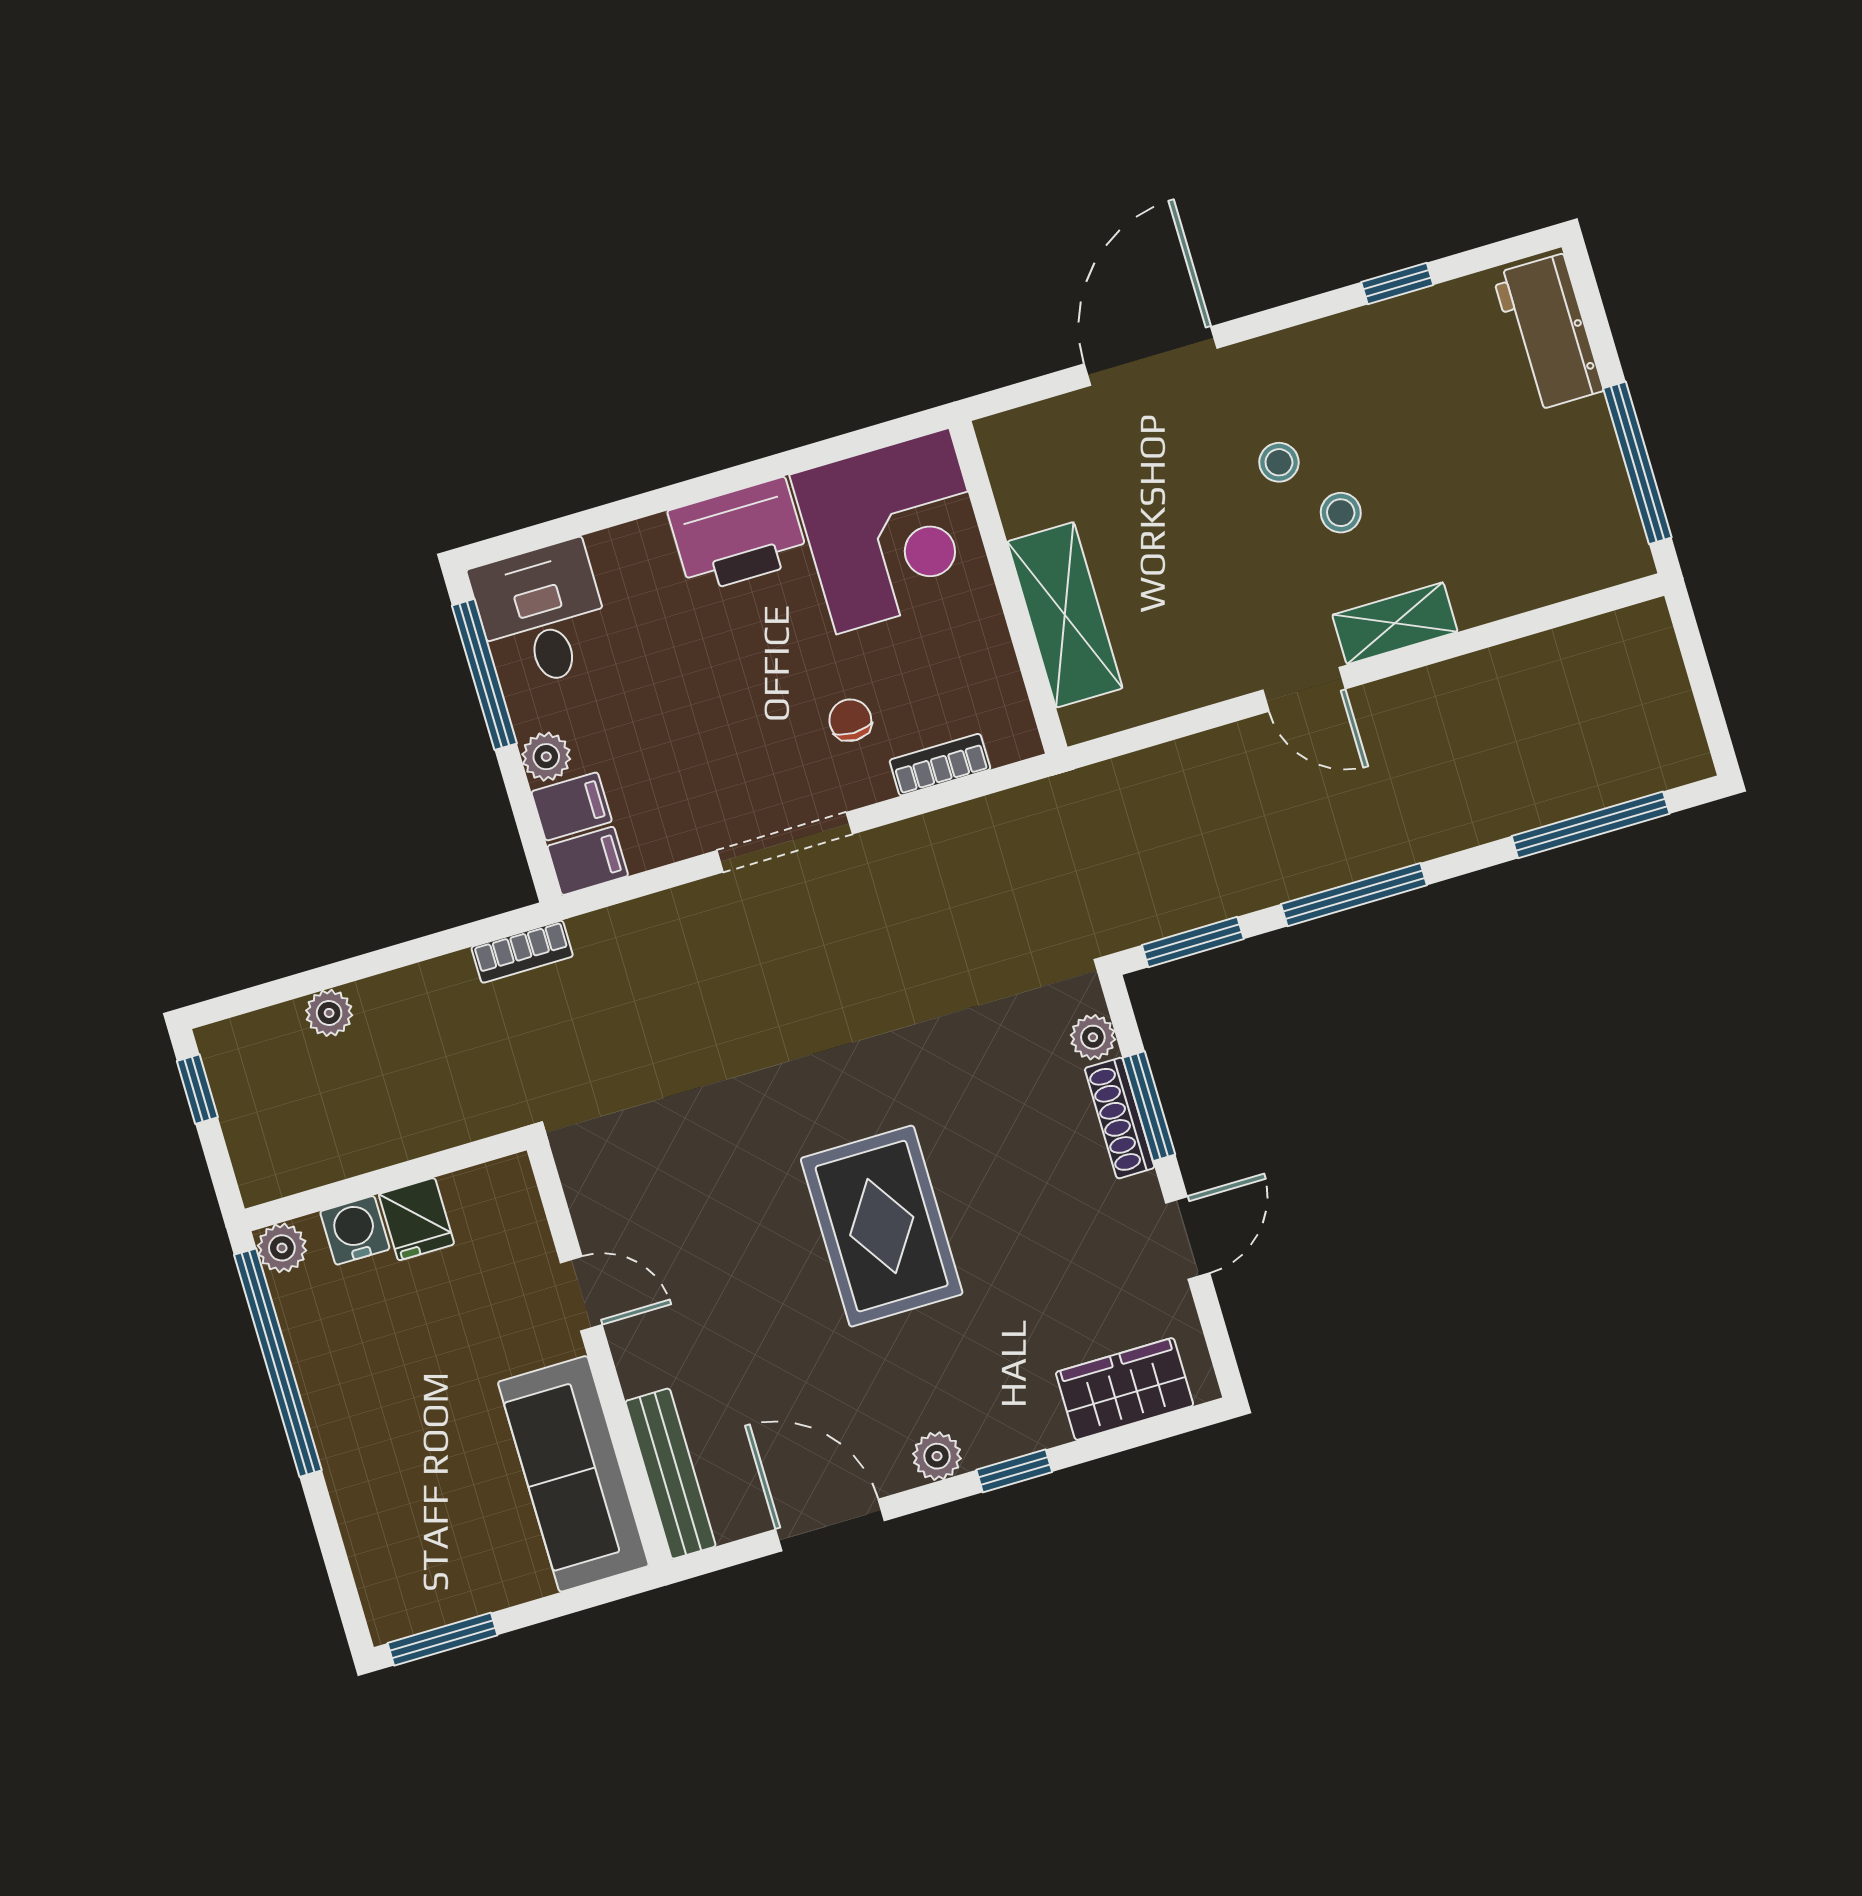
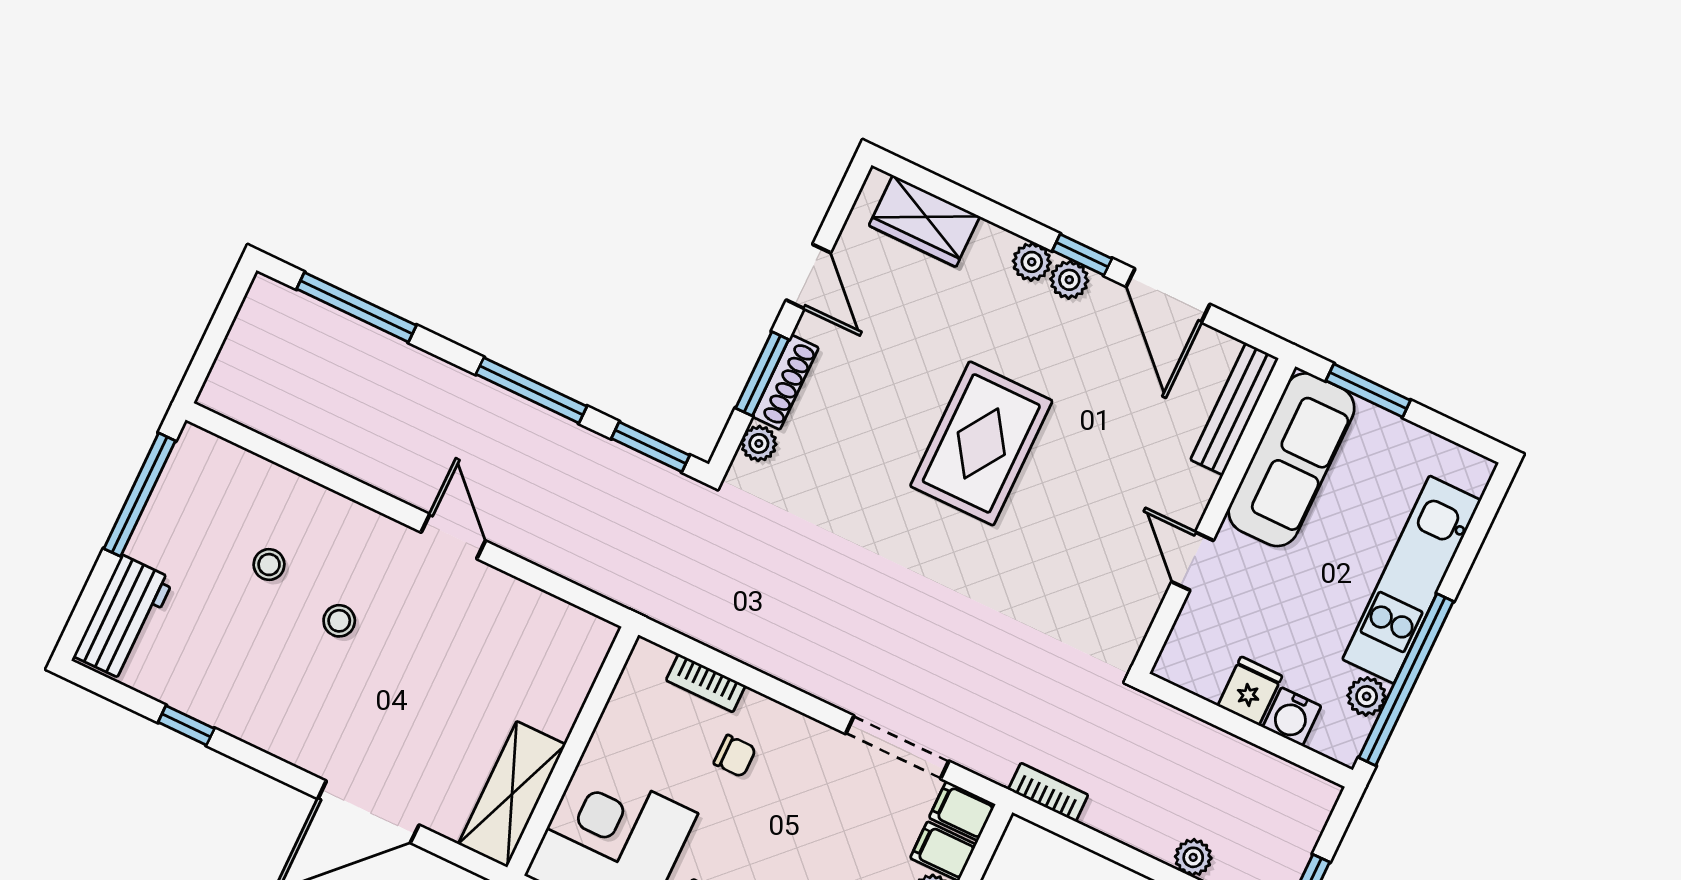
stool: (1279, 462) -> (269, 565), moved
shelving: (1065, 615) -> (512, 794), moved
shelving: (1395, 623) -> (365, 528), removed
chair: (850, 720) -> (735, 756), turned -90
doorway: (785, 842) -> (897, 747), moved
door: (1188, 1238) -> (808, 276), swing flipped
plant: (282, 1248) -> (1367, 696), moved
plant: (988, 1441) -> (1032, 262), added
kitchen unit: (357, 1462) -> (1412, 580), added
window: (1014, 1471) -> (1082, 255), moved
window: (443, 1639) -> (1368, 390), moved

